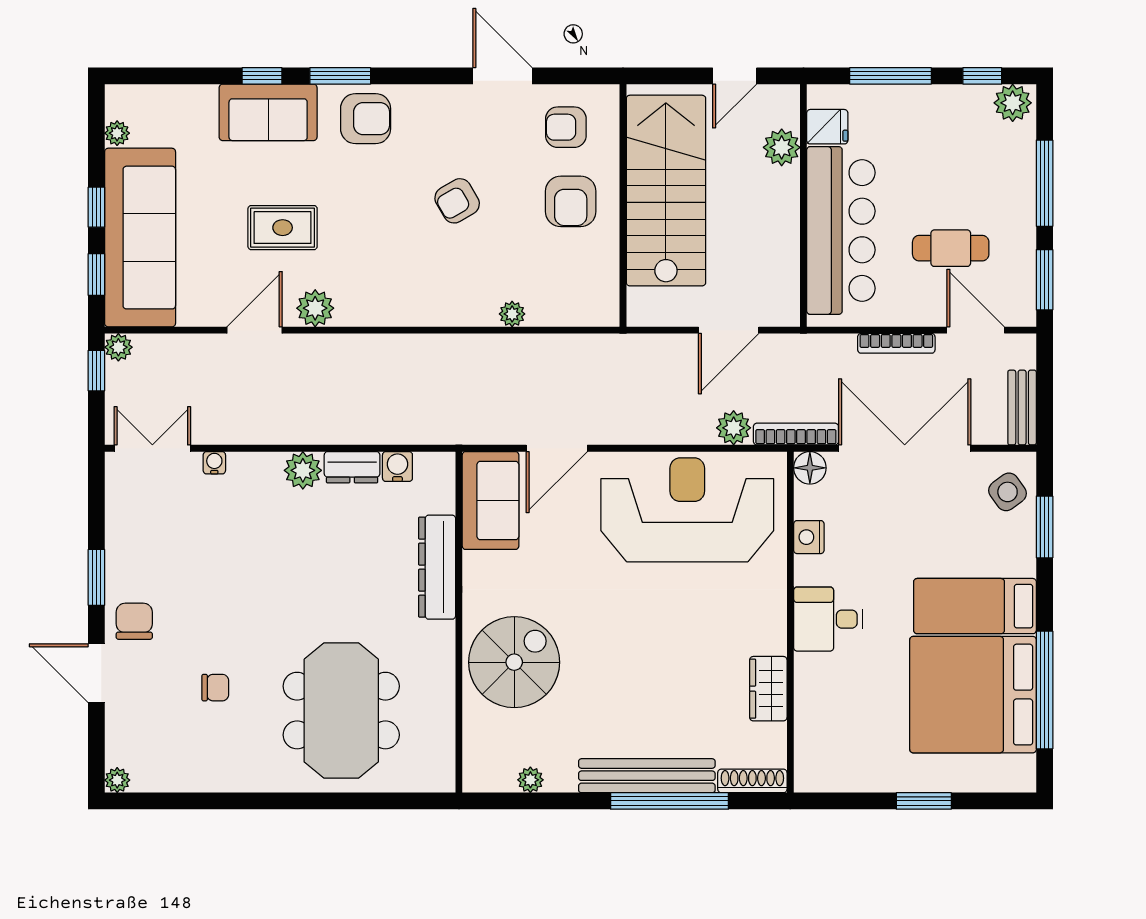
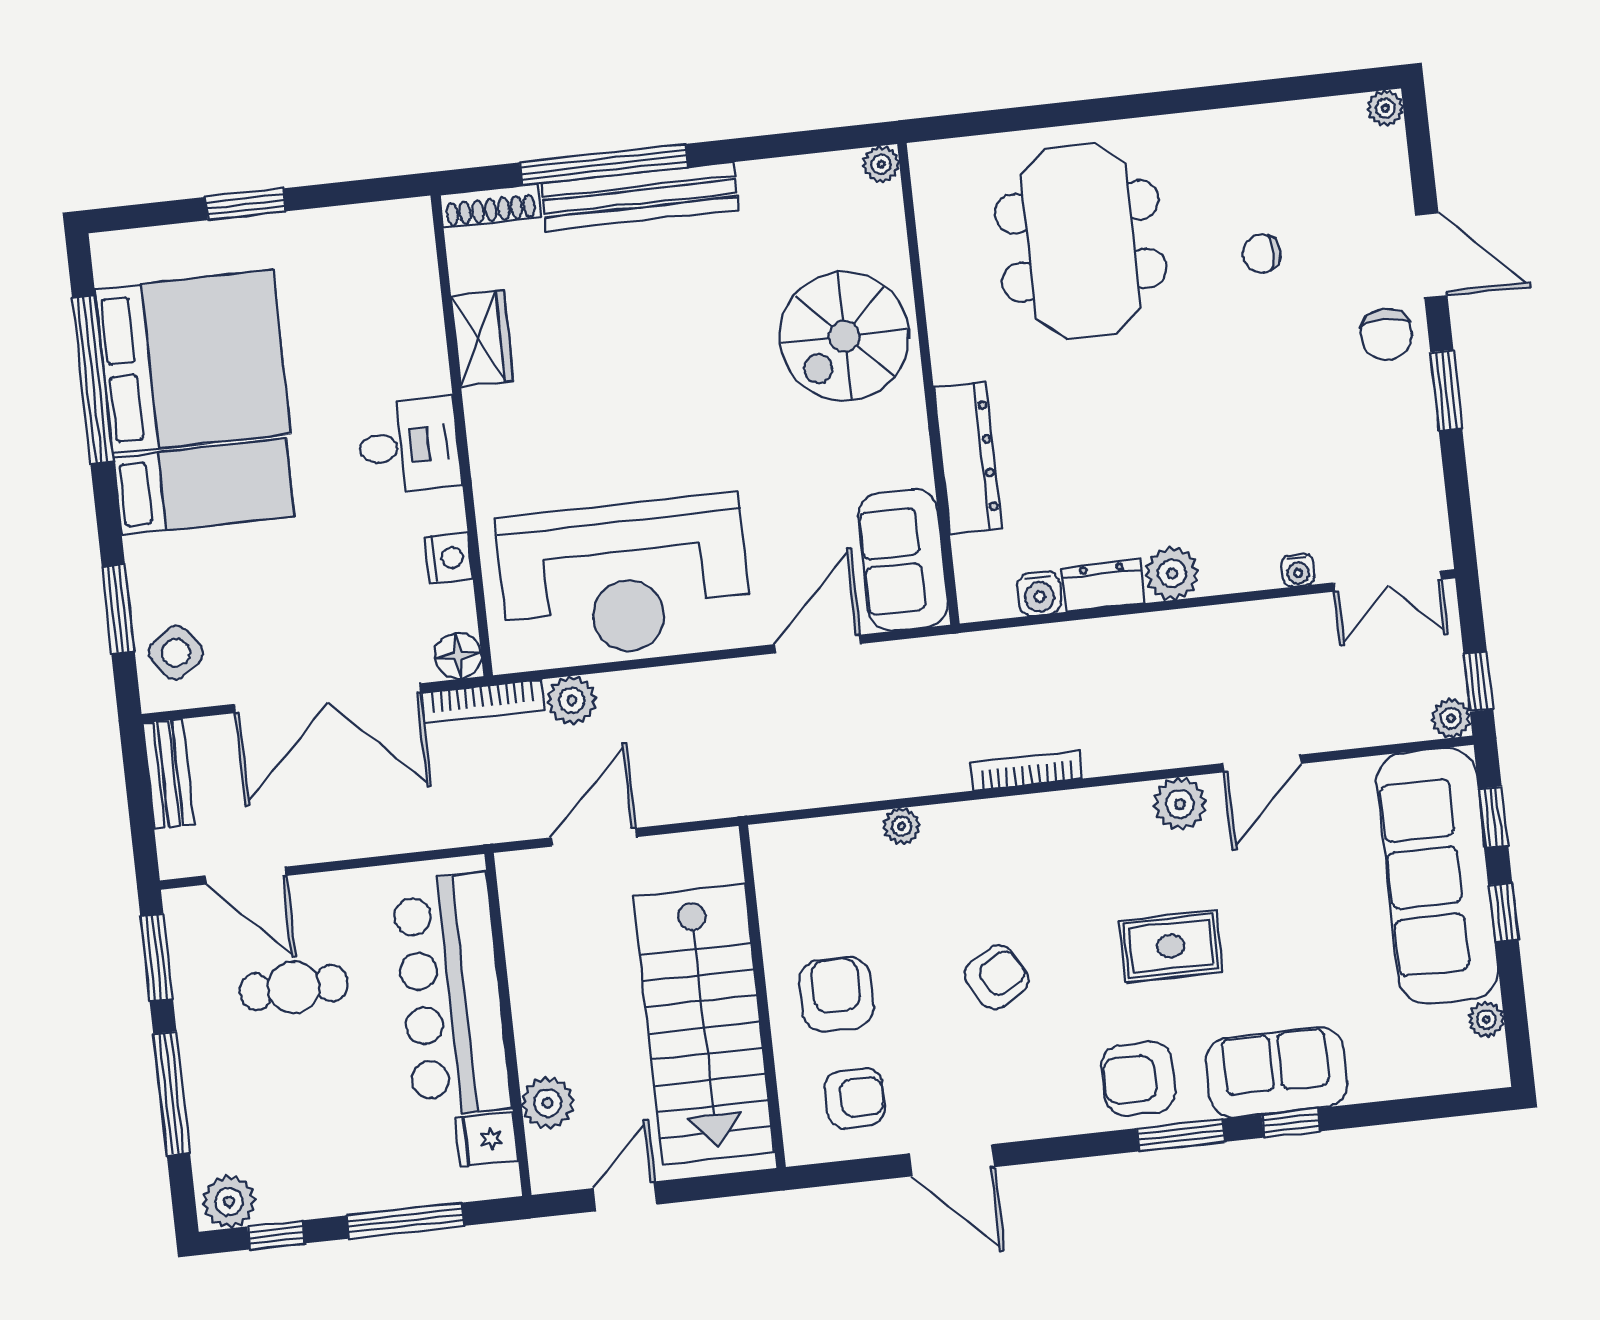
rug: (283, 228) -> (1171, 946), moved
bookcase: (896, 343) -> (1027, 771), moved
plant: (530, 780) -> (881, 164), moved

